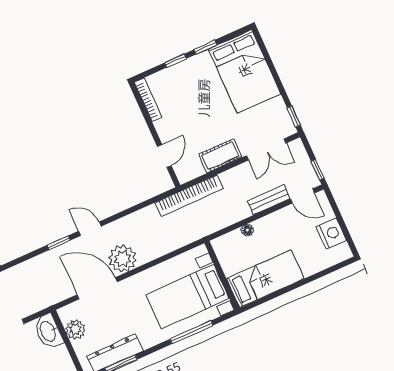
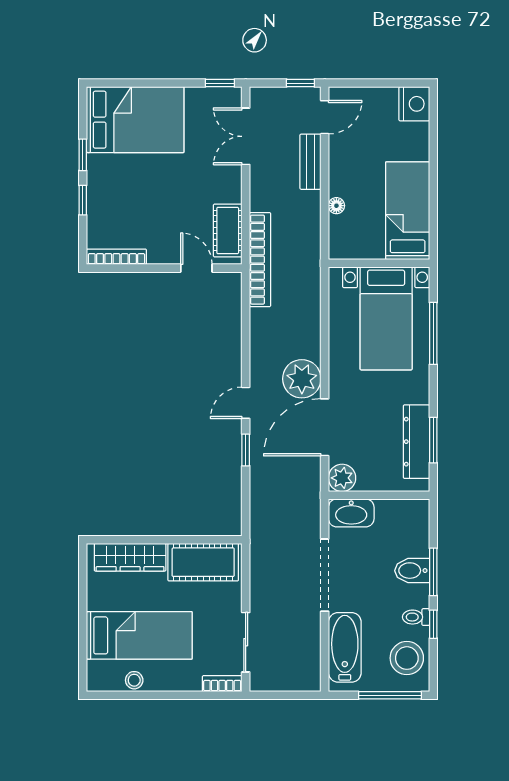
double door: (266, 149) -> (246, 136), swing flipped
cot: (220, 156) -> (228, 231), moved
nightstand: (331, 233) -> (414, 104), moved, turned 90
plant: (75, 330) -> (342, 478), moved

